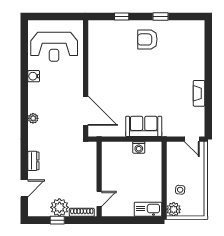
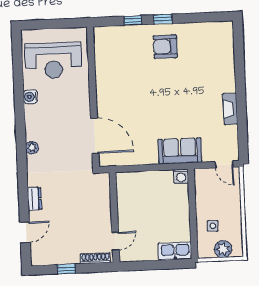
window: (161, 17) -> (163, 19), moved
sofa: (144, 126) -> (180, 151), moved
washing machine: (139, 148) -> (181, 176), moved
plant: (59, 207) -> (68, 253), removed
plant: (174, 209) -> (223, 249), moved

